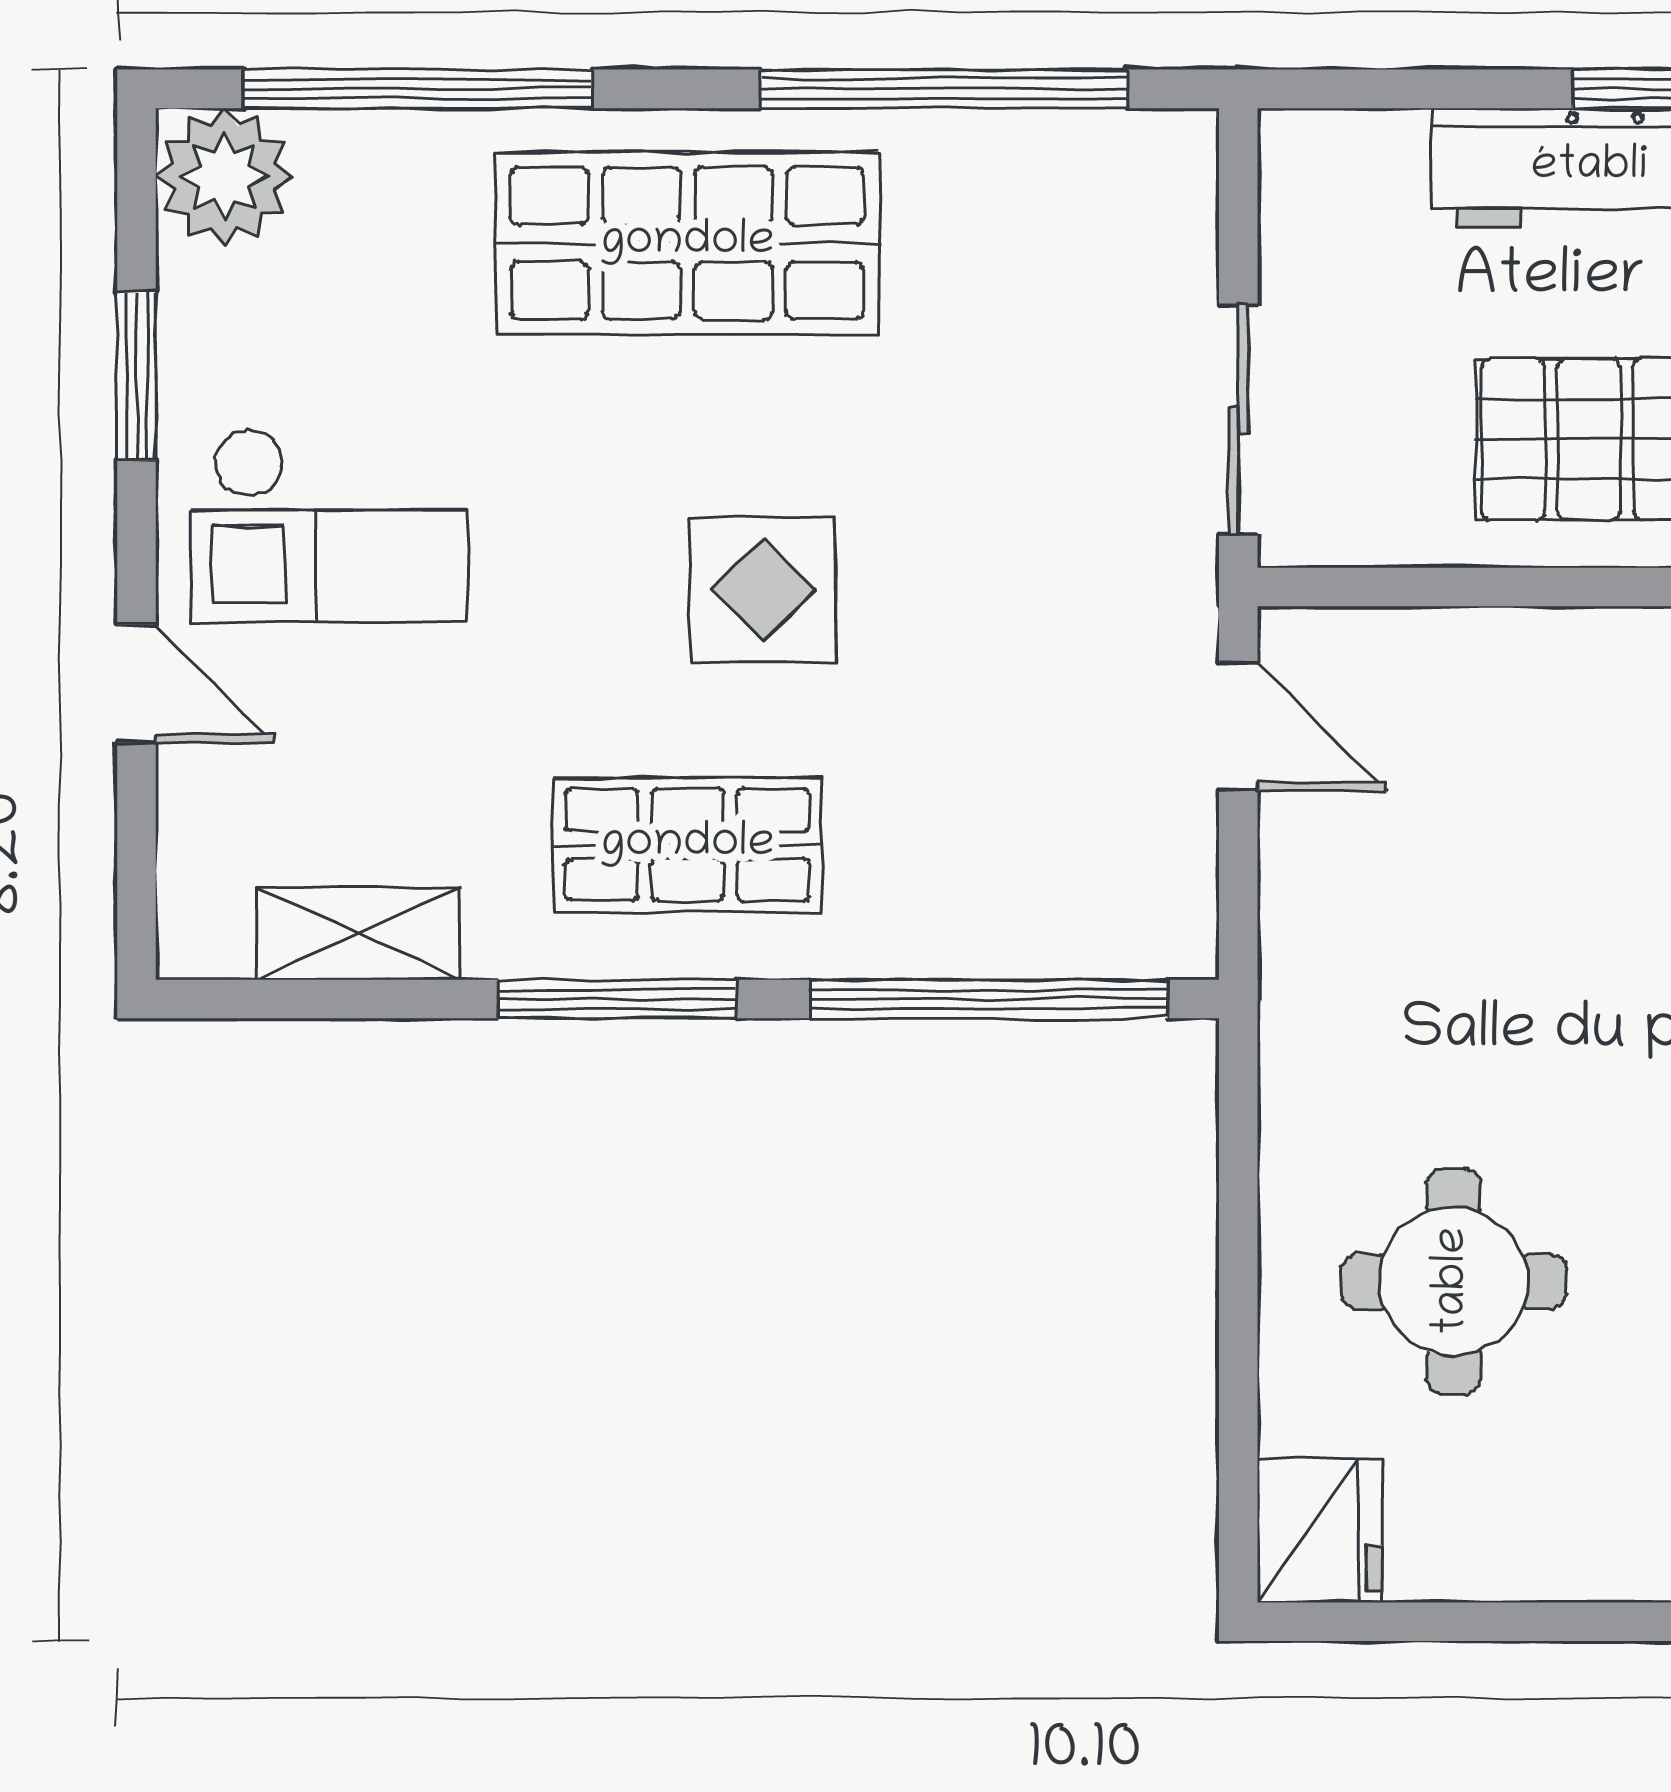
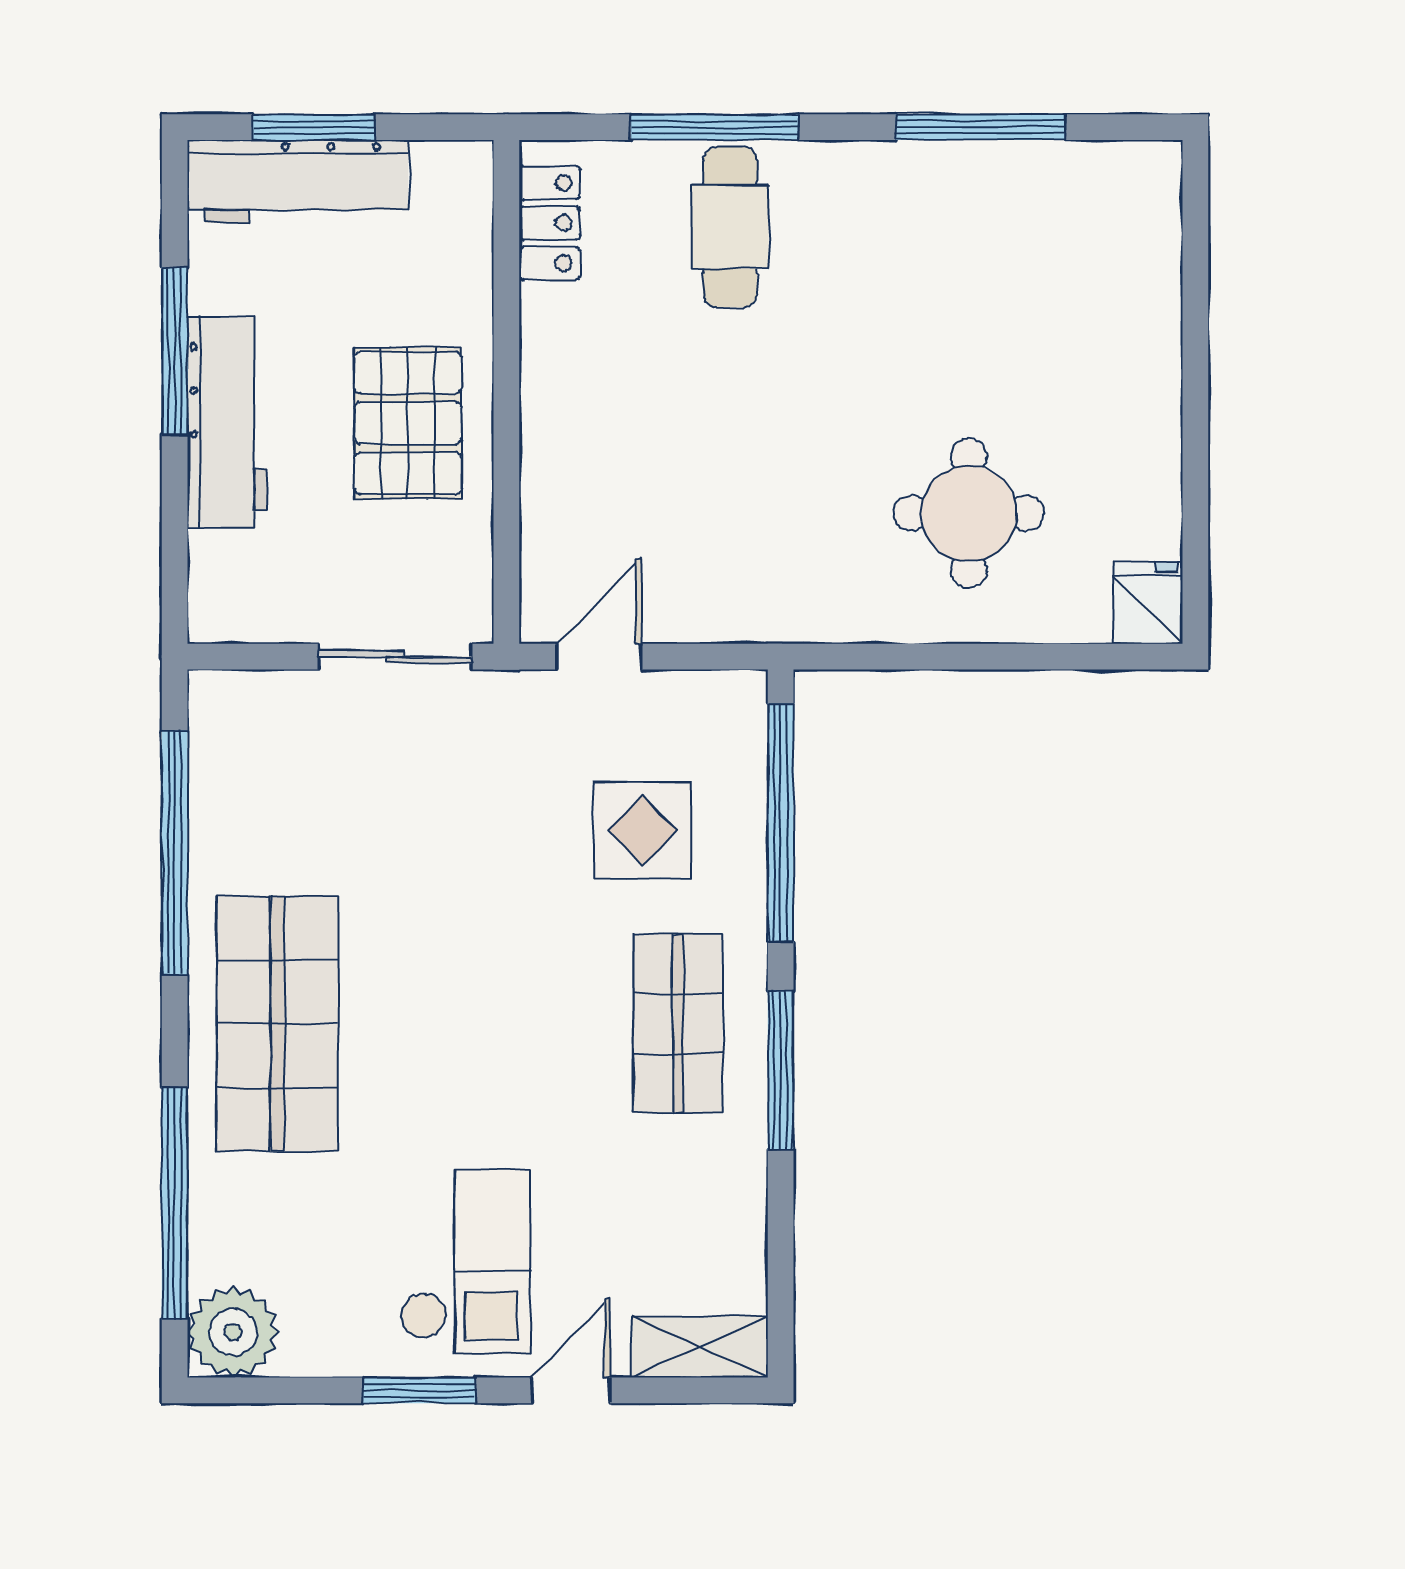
window: (137, 376) -> (419, 1390), moved
display table: (763, 589) -> (642, 830), moved
shelving: (358, 934) -> (700, 1347), moved, turned 90
fridge: (1319, 1531) -> (1148, 603), width x0.72

